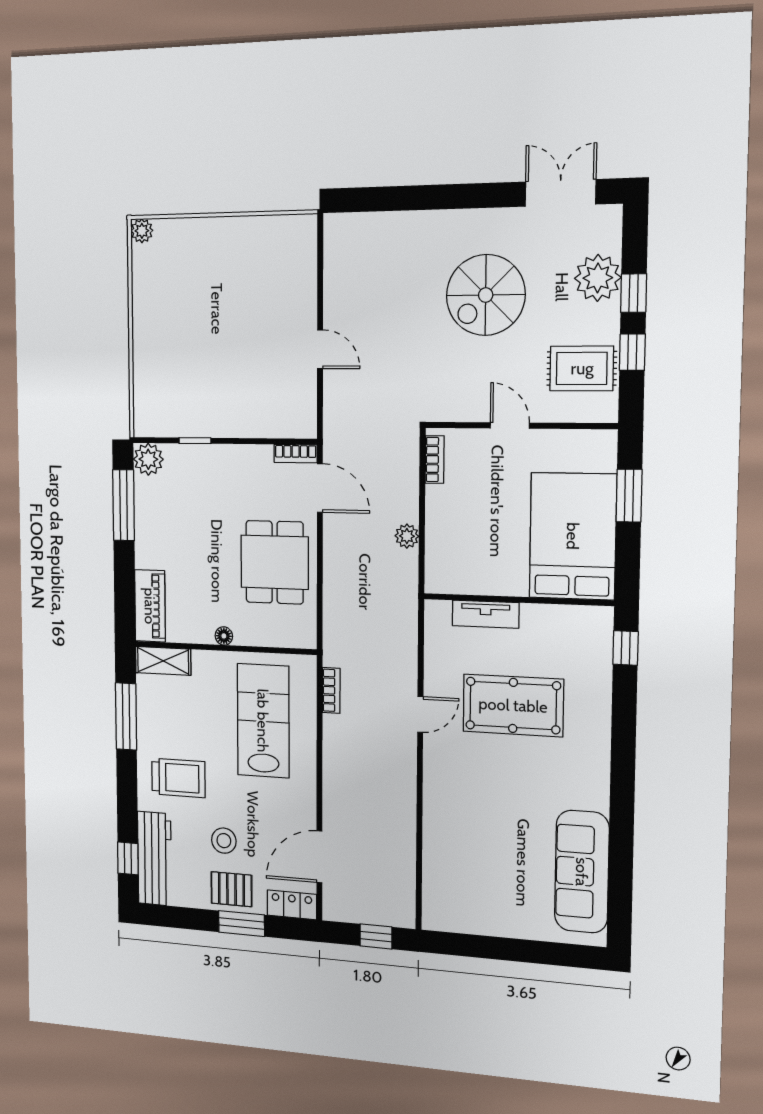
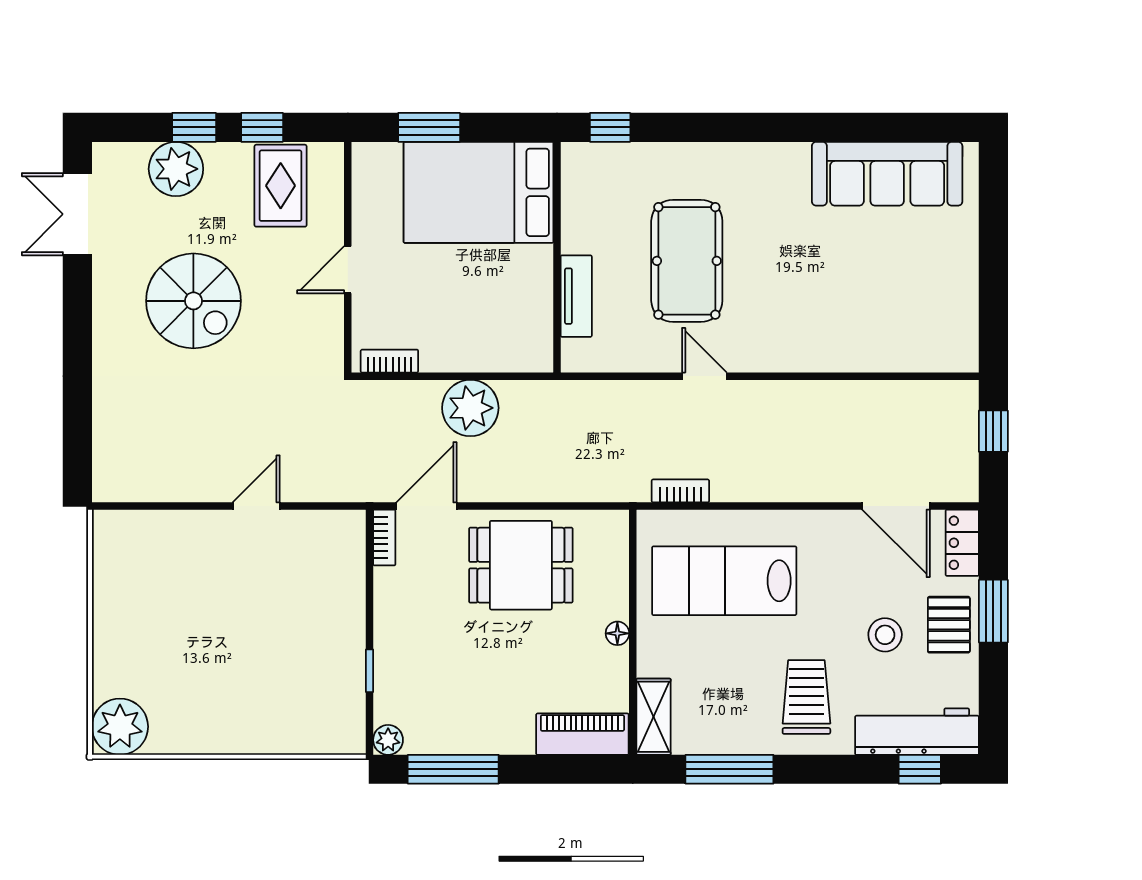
plant: (142, 231) -> (120, 727), width x1.88, depth x1.88
plant: (148, 459) -> (388, 740), width x0.73, depth x0.73
plant: (407, 536) -> (470, 408), width x1.87, depth x1.87

